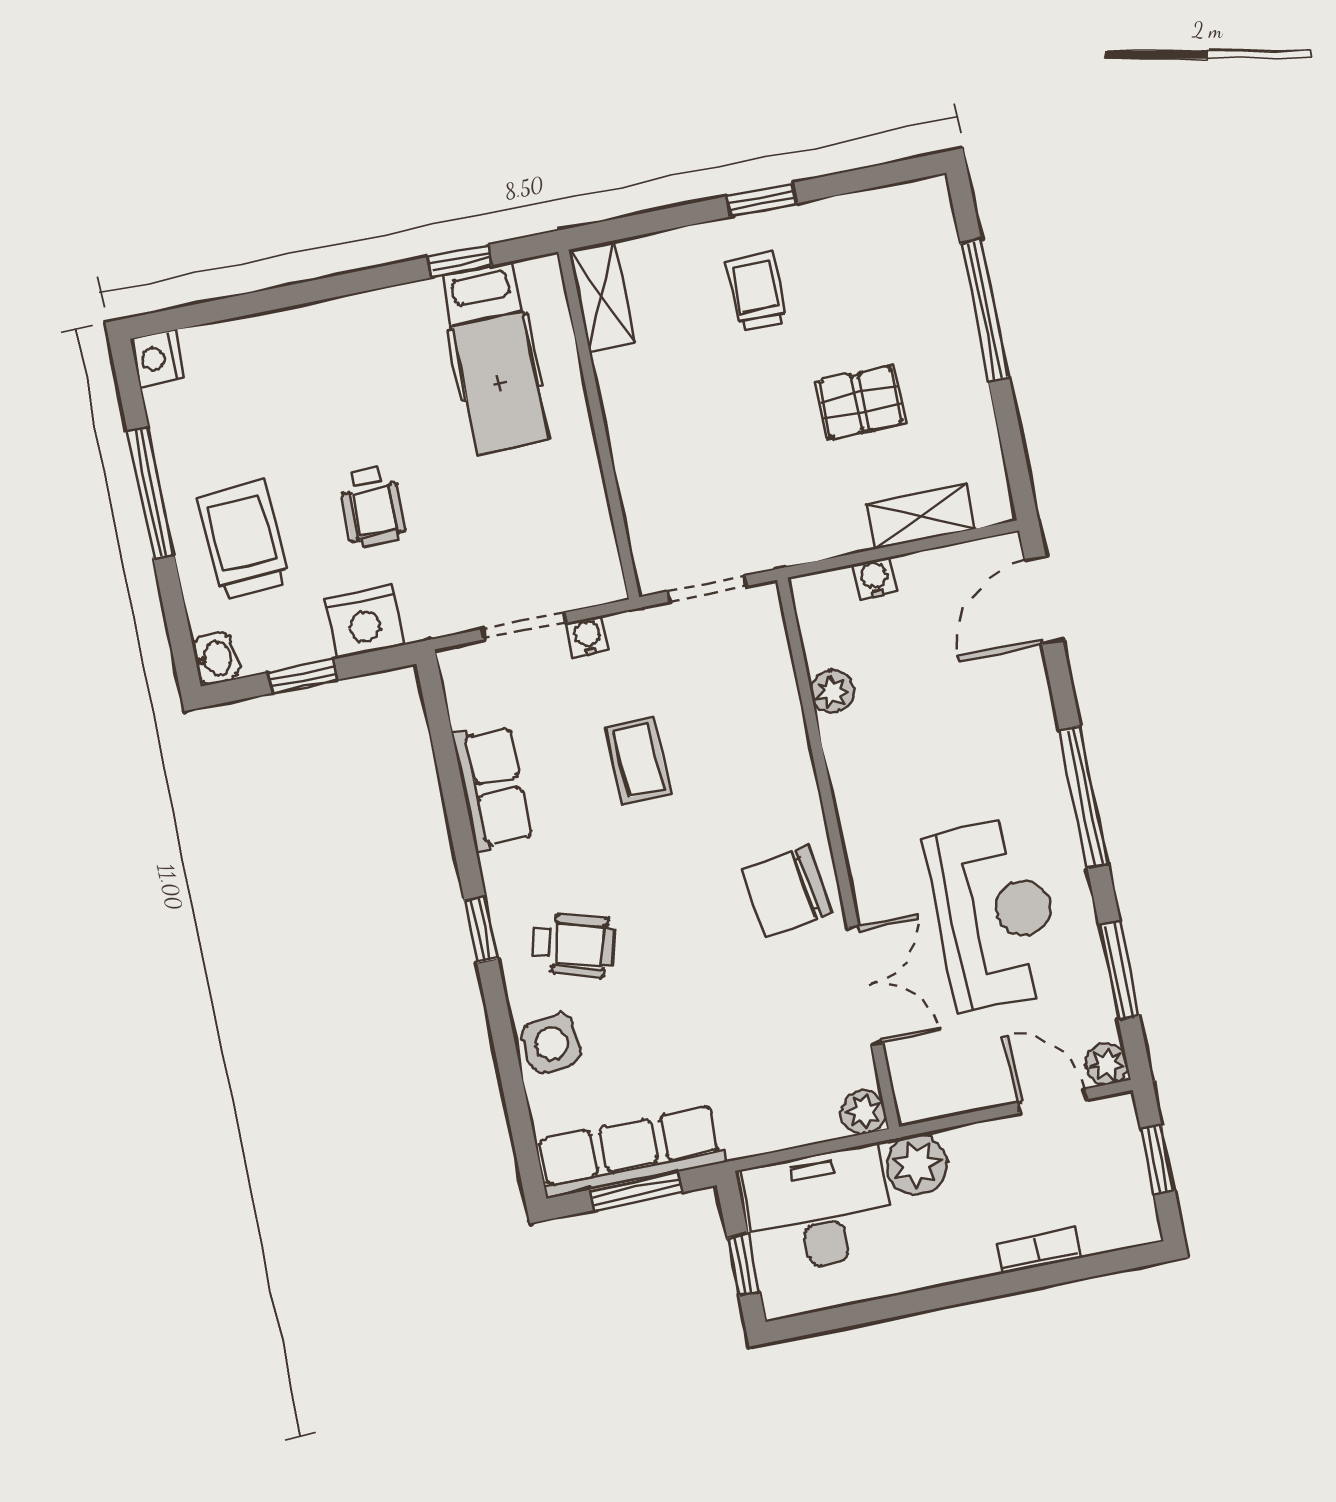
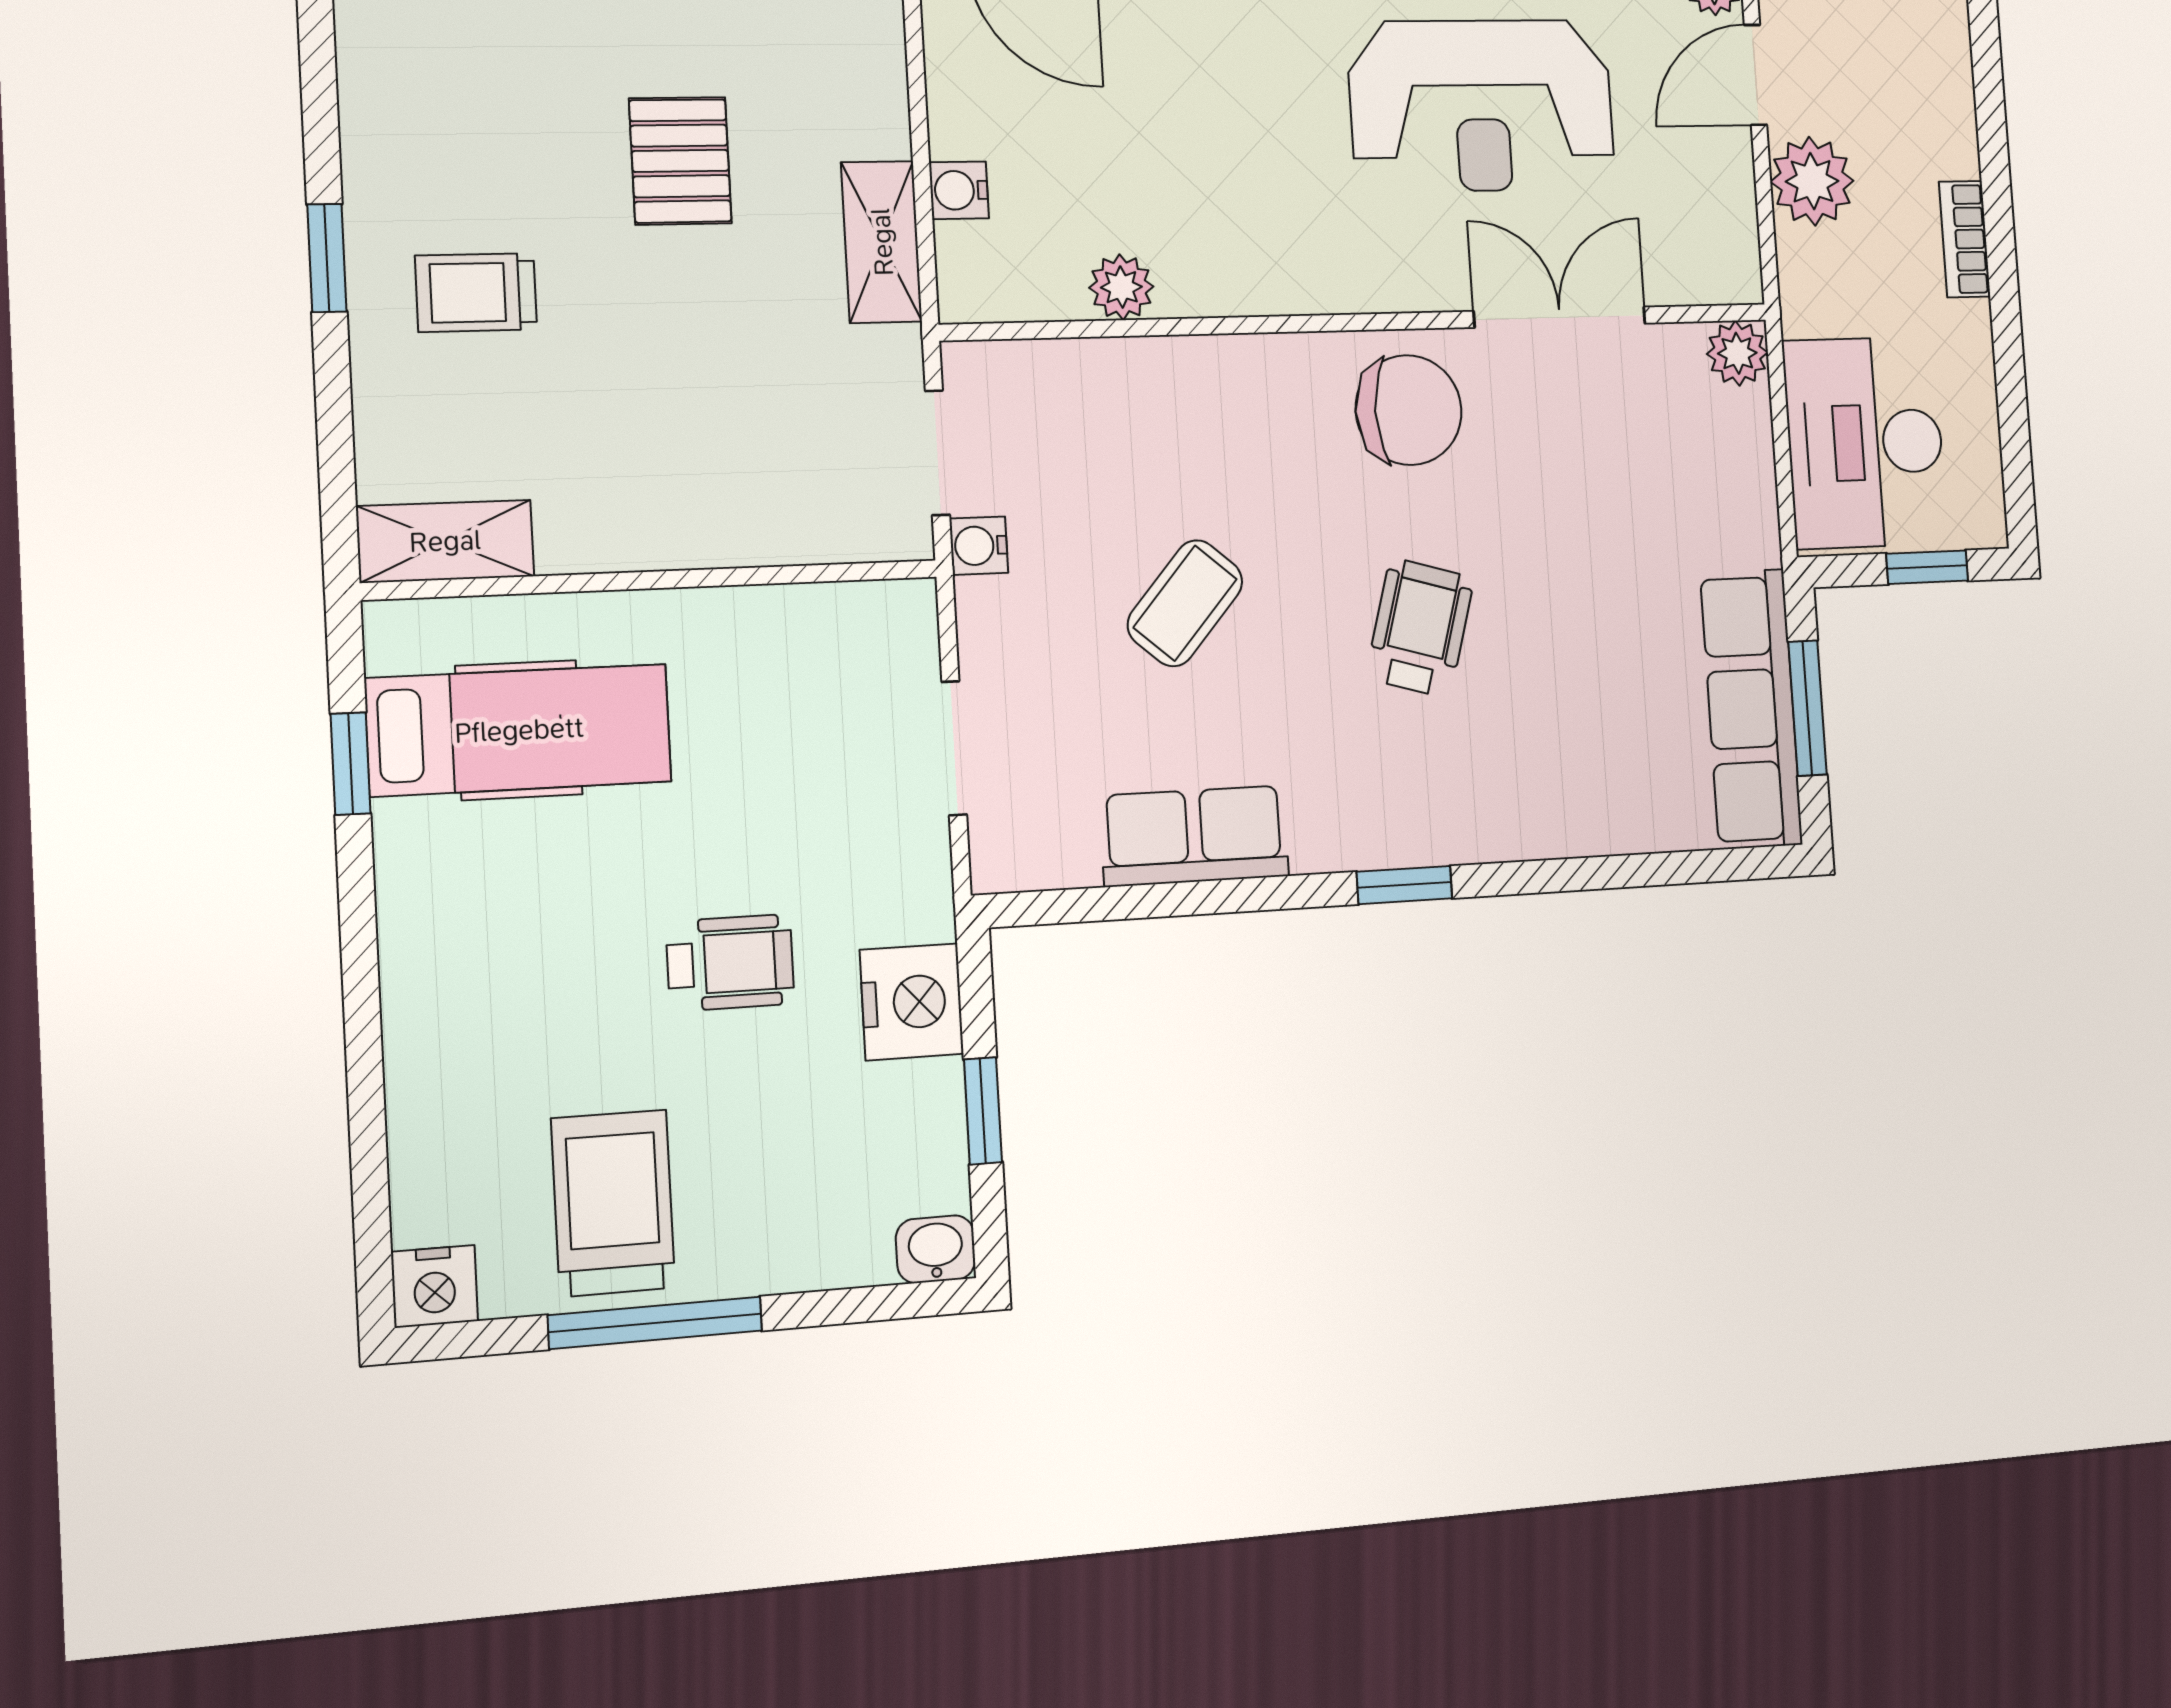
shelving: (920, 517) -> (882, 242), moved
trolley: (243, 540) -> (613, 1203), moved, turned 93
water cooler: (588, 637) -> (979, 546), moved
coffee table: (638, 761) -> (1185, 603), turned -47
chair: (786, 891) -> (1409, 410), turned -81
reception desk: (995, 914) -> (1481, 106), turned 180
wheelchair: (574, 945) -> (1420, 628), moved
side table: (552, 1043) -> (1584, 802), removed
plant: (917, 1165) -> (1812, 181), moved
bookcase: (1038, 1250) -> (1965, 239), moved

